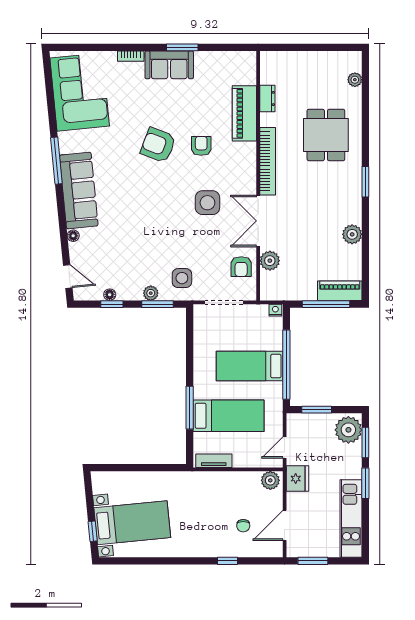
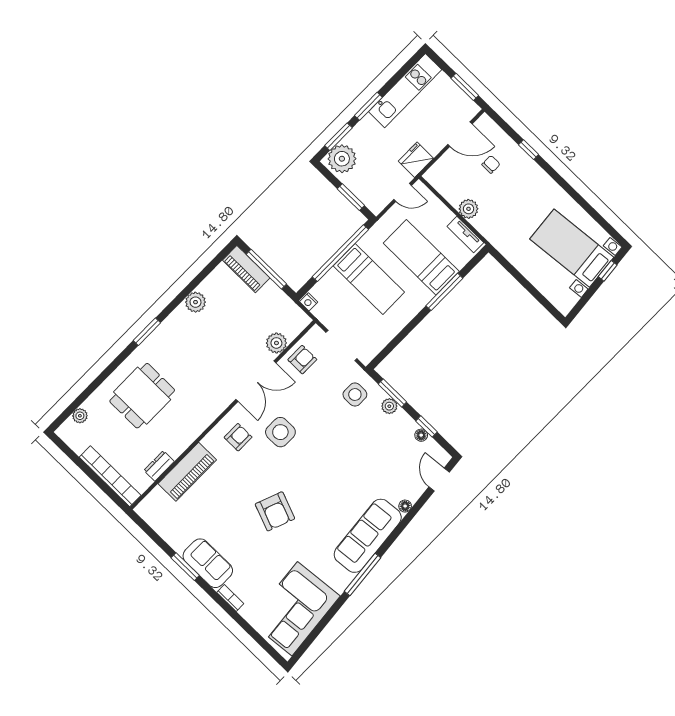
armchair: (201, 146) -> (238, 437), moved, turned 180
bookcase: (268, 161) -> (110, 476), moved, turned 90
plant: (270, 480) -> (469, 209), moved

